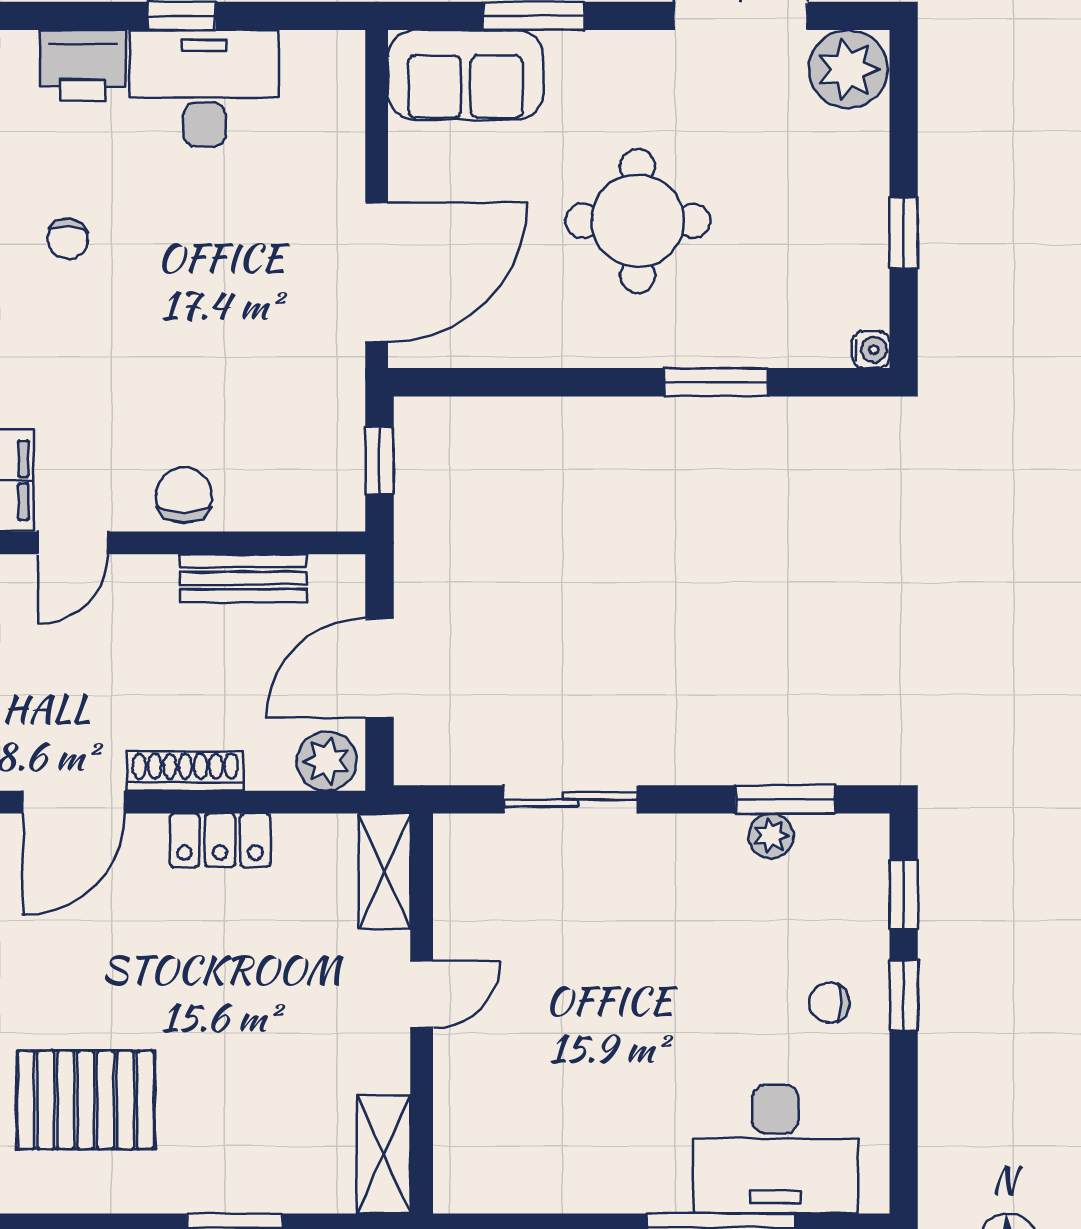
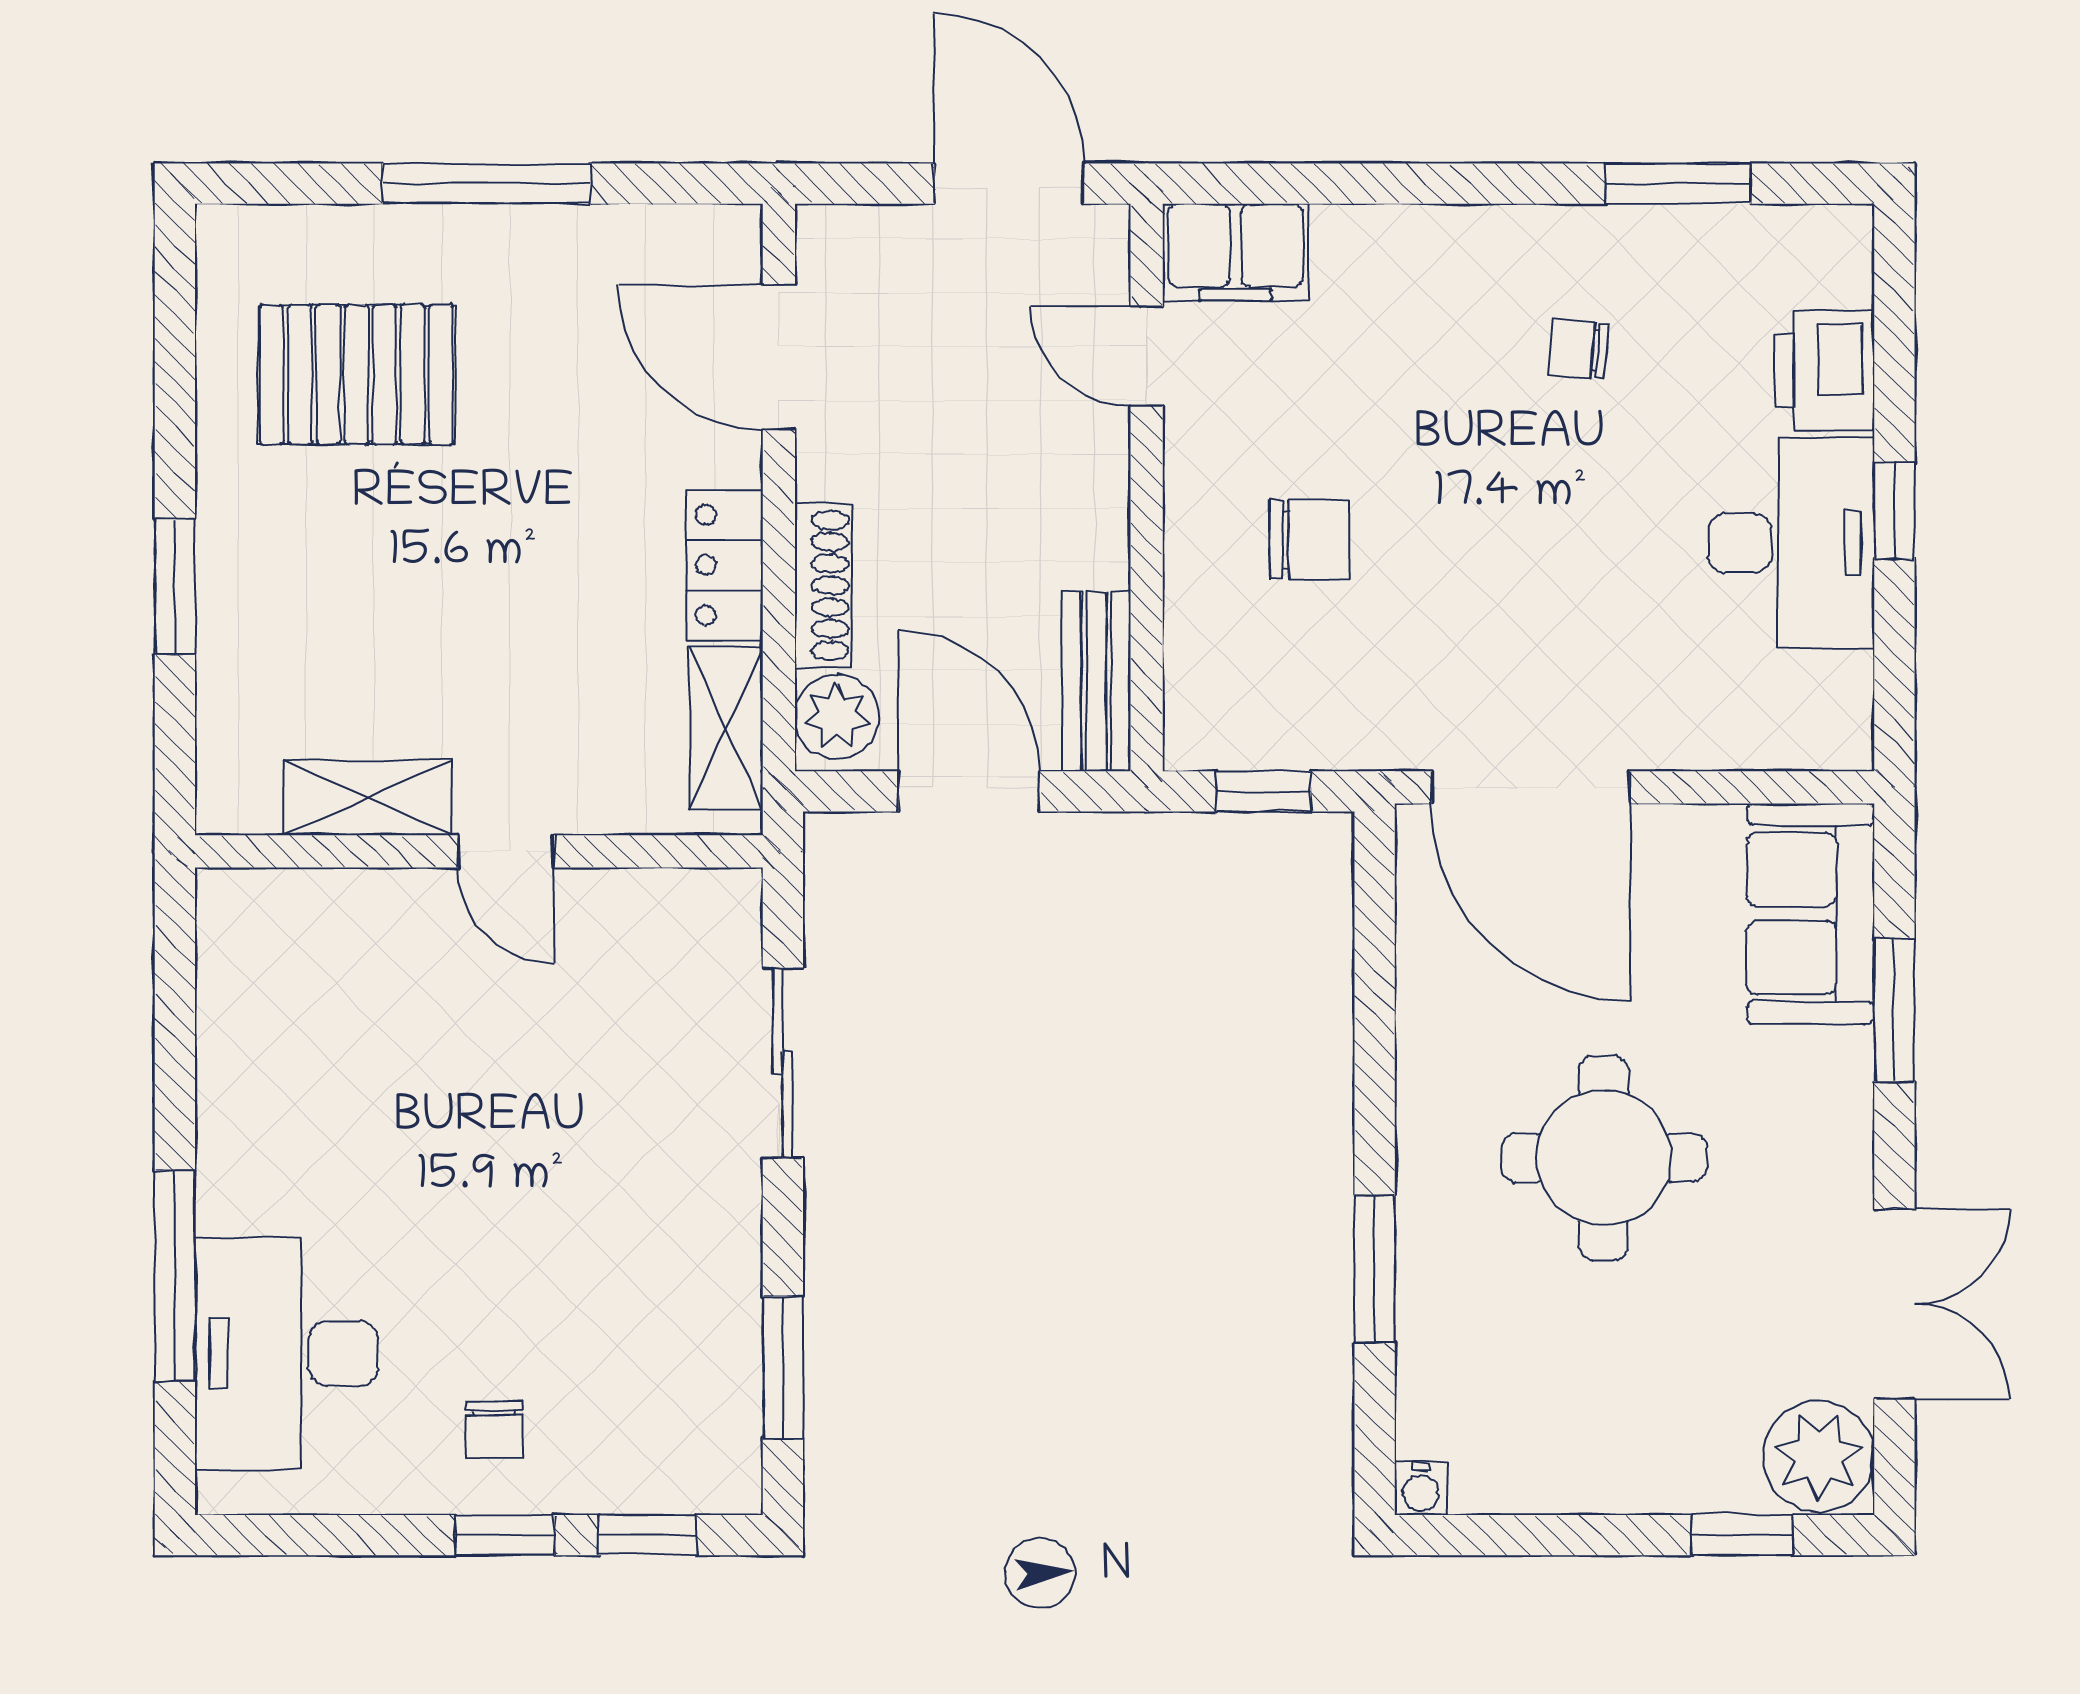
window: (904, 233) -> (1742, 1535), moved
chair: (184, 495) -> (1310, 539), moved
bench: (243, 578) -> (1096, 682), moved
shoe rack: (185, 771) -> (823, 585), moved
plant: (771, 836) -> (731, 1347), removed
shelving: (384, 871) -> (726, 729), moved, turned 90
chair: (829, 1003) -> (494, 1430), turned 180
pallet: (86, 1100) -> (356, 375), turned 90
shelving: (384, 1154) -> (367, 798), moved

